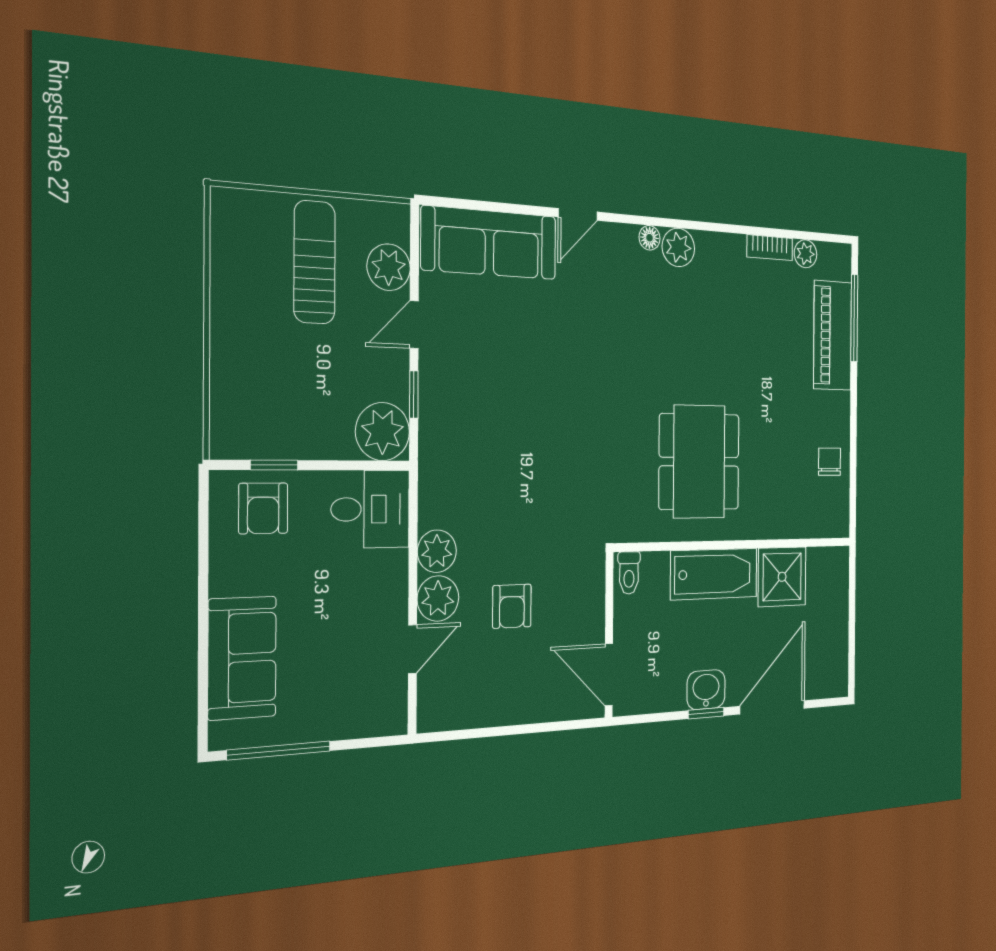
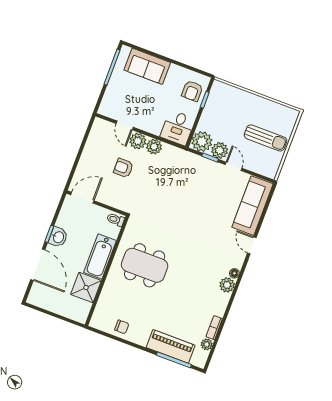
plant: (389, 267) -> (220, 150), moved
armchair: (263, 508) -> (192, 91), turned -90

